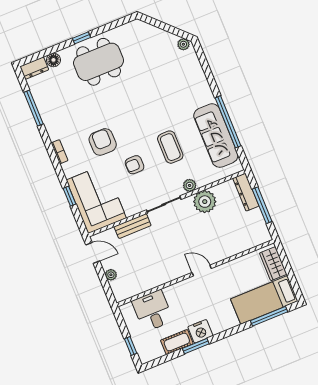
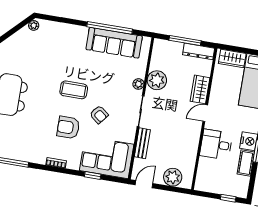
coffee table: (170, 147) -> (74, 90), moved
armchair: (135, 165) -> (99, 115), turned -51
dresser: (246, 192) -> (199, 51), moved
wardrobe: (222, 251) -> (200, 89), added
plant: (111, 275) -> (173, 177), width x1.87, depth x1.87
desk: (153, 311) -> (216, 144), moved

